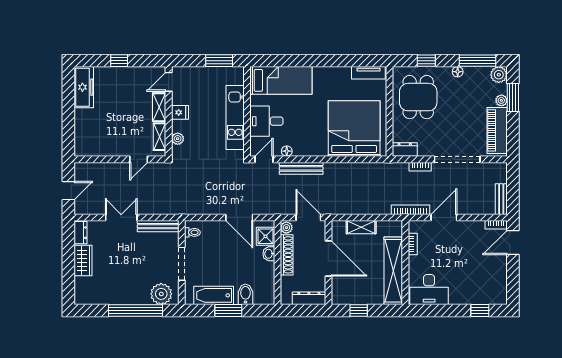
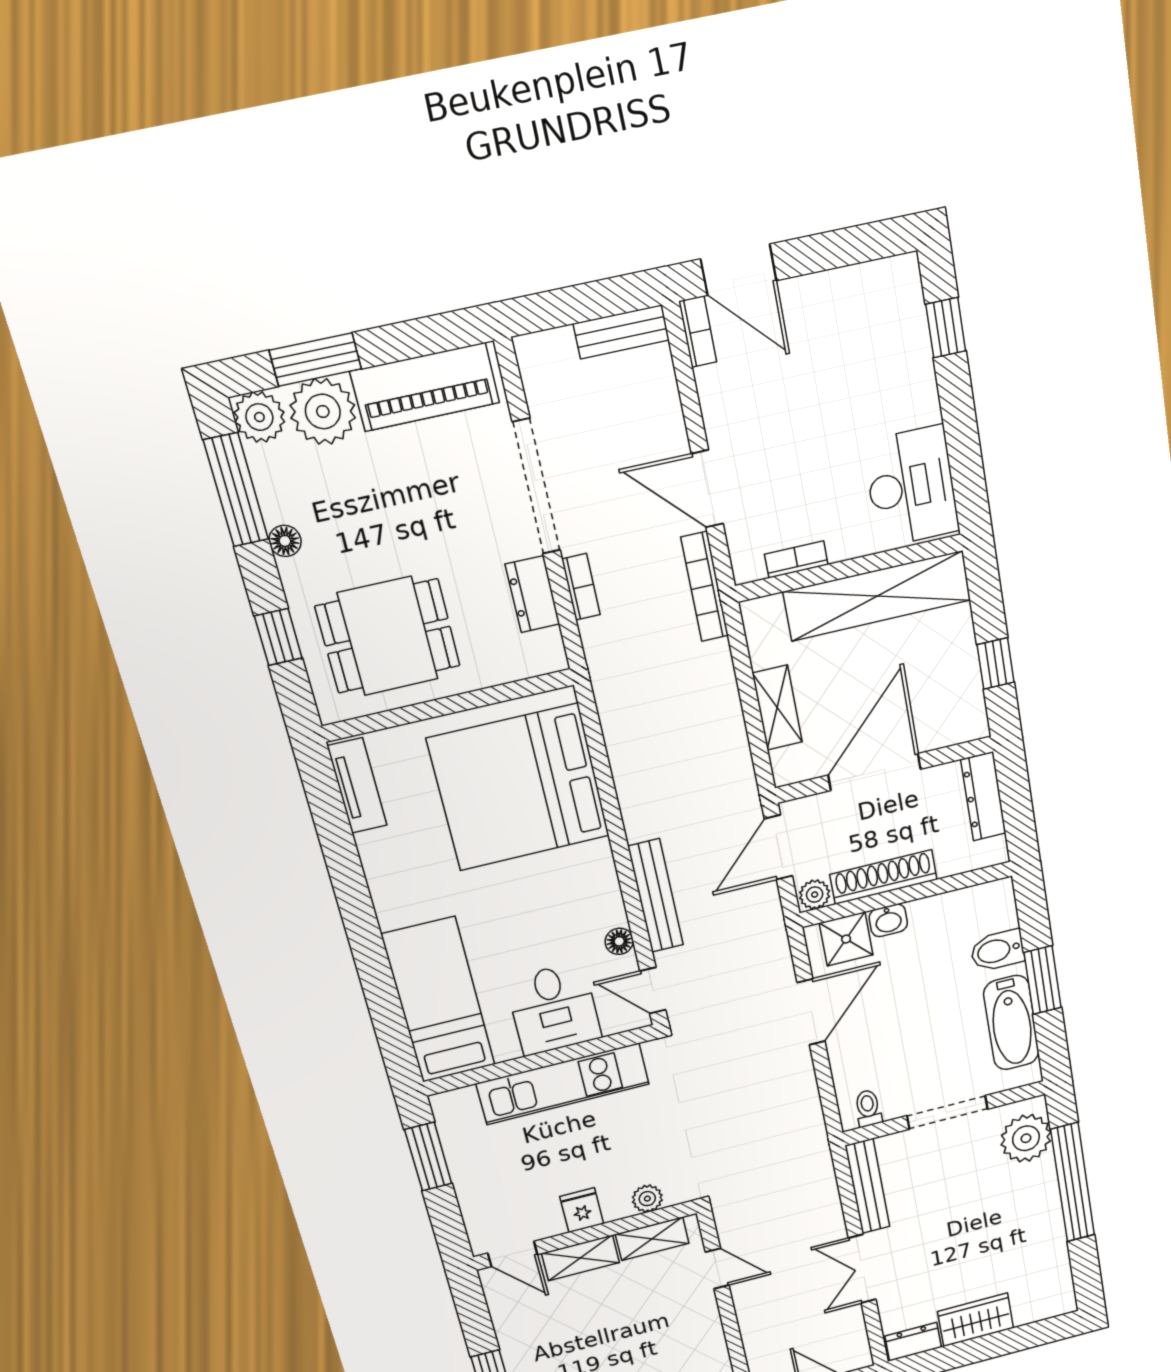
plant: (501, 100) -> (323, 412), width x1.87, depth x1.87
dresser: (405, 150) -> (533, 594), moved

